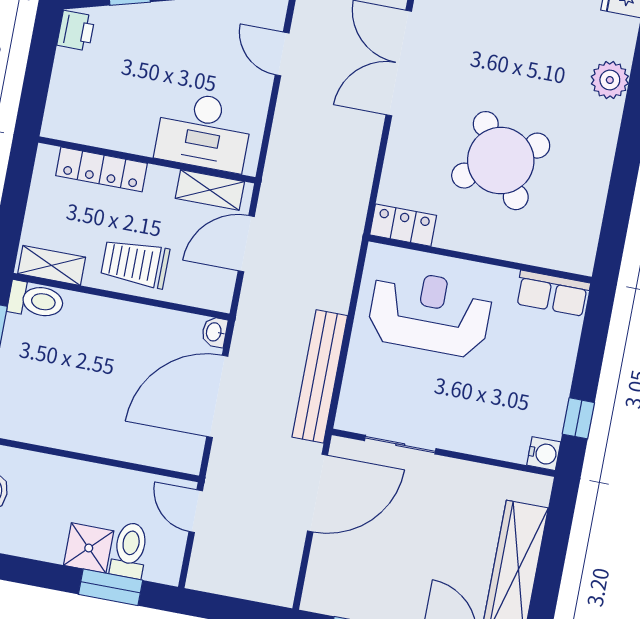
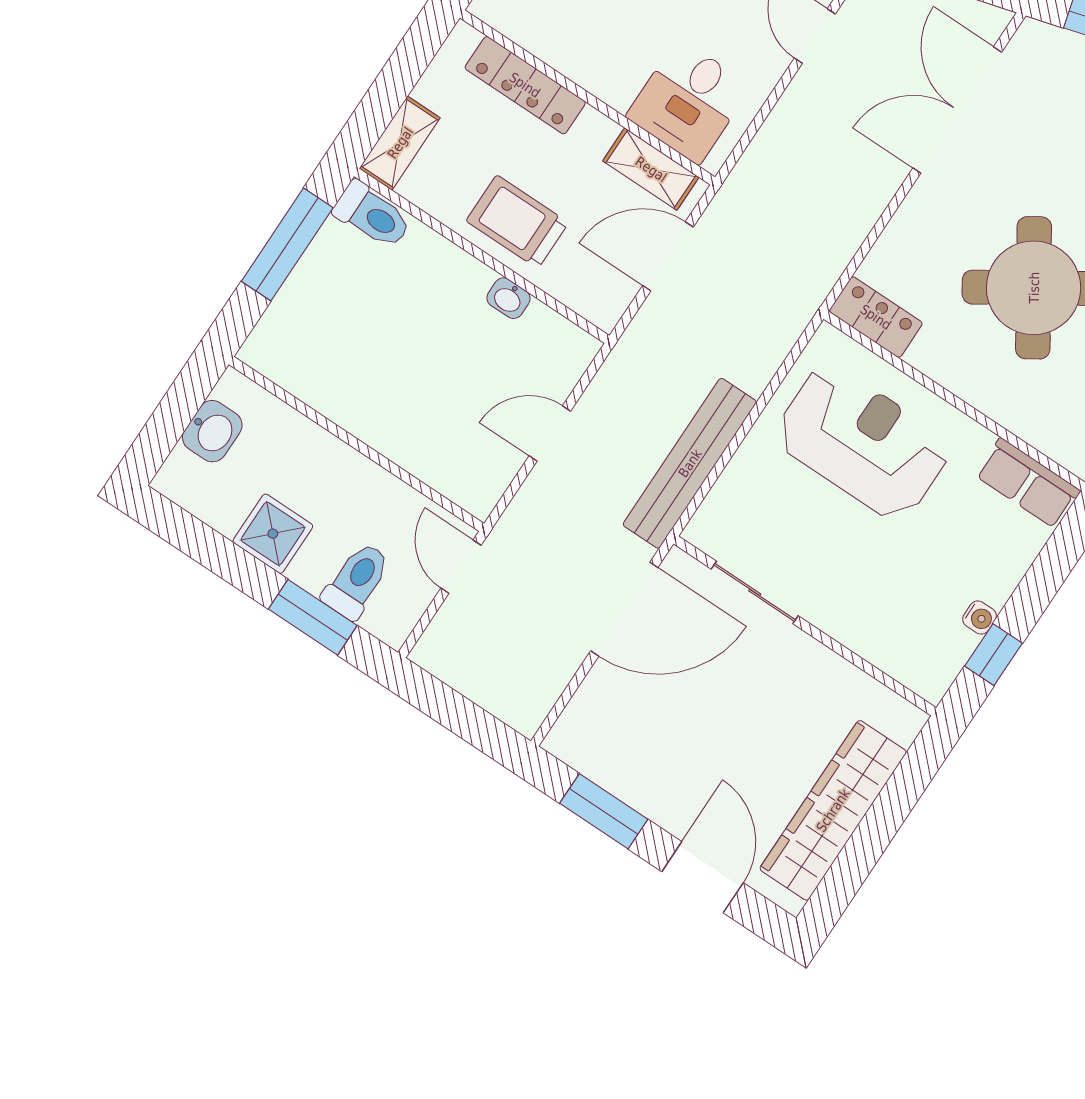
desk: (204, 131) -> (689, 101), width x0.73
shelving: (52, 265) -> (400, 143), moved, turned 90
washbasin: (214, 332) -> (508, 298), moved, turned -90
door: (217, 396) -> (550, 434), width x0.53
water cooler: (544, 454) -> (980, 618), moved, width x0.72, depth x0.72
shower: (89, 548) -> (273, 534), moved

